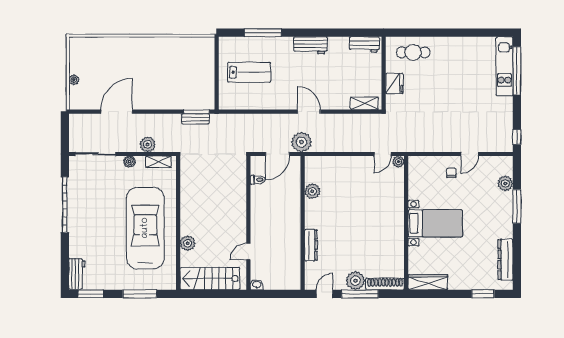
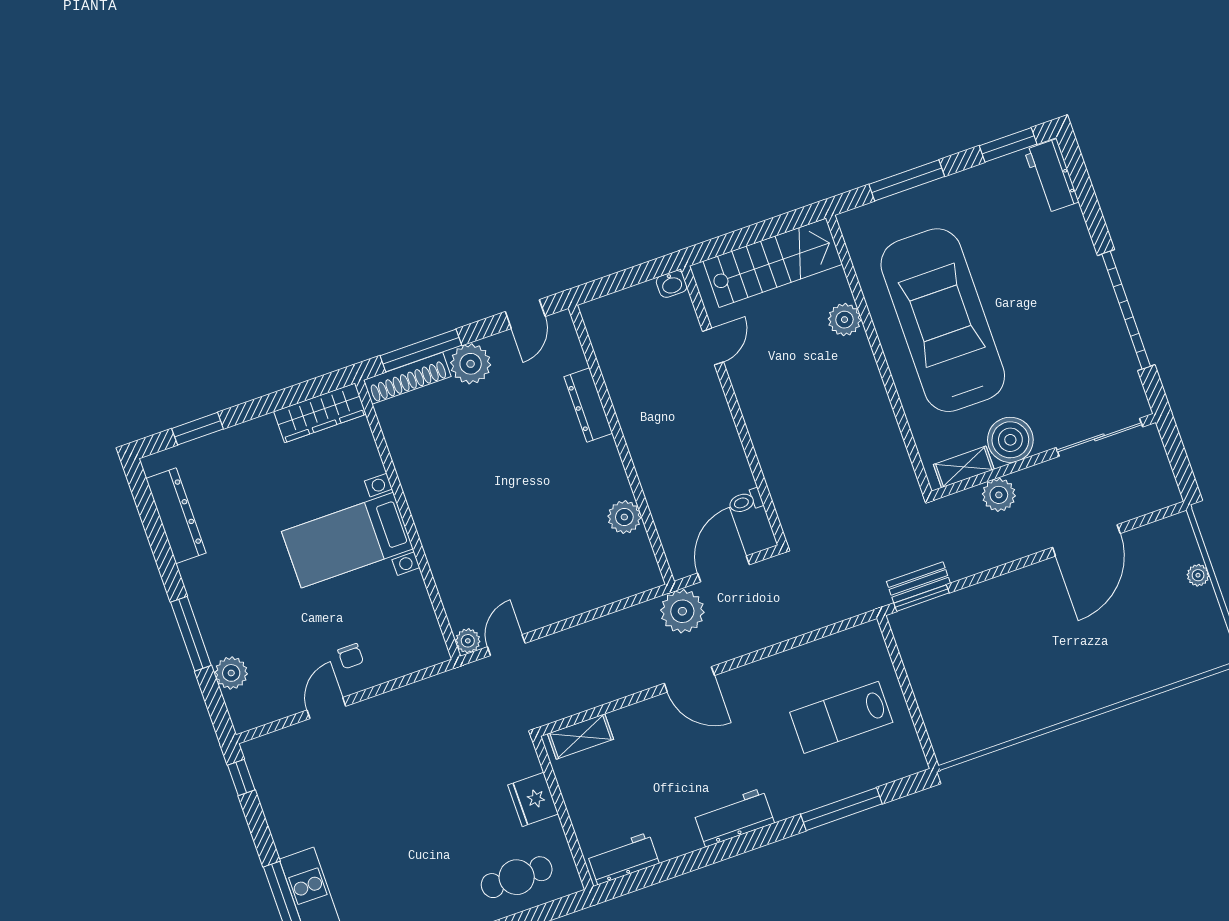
boiler: (129, 162) -> (1010, 440), width x1.86, depth x1.86
car: (145, 228) -> (943, 320), turned 180
window: (360, 294) -> (421, 351), moved

